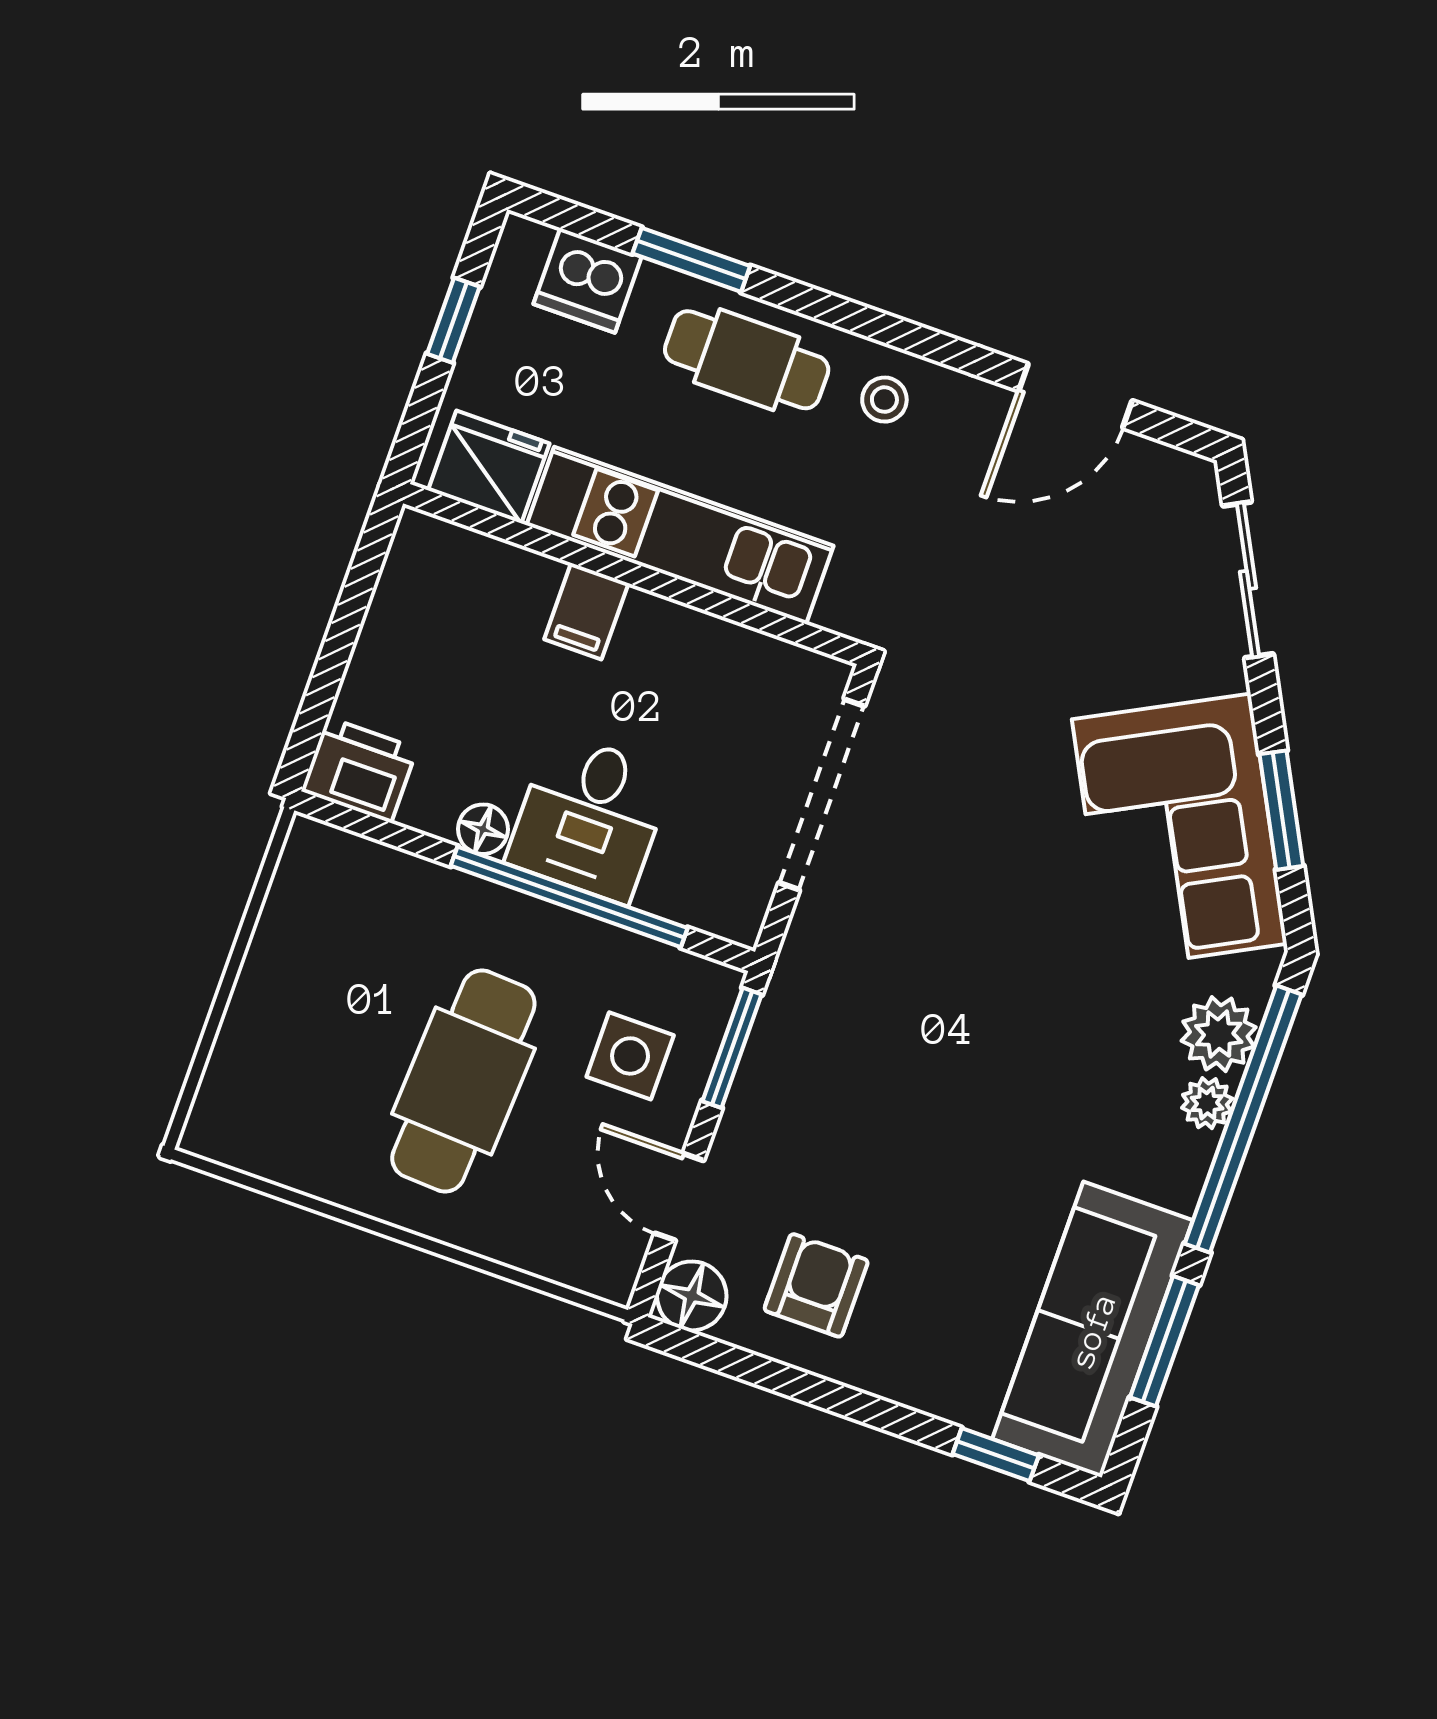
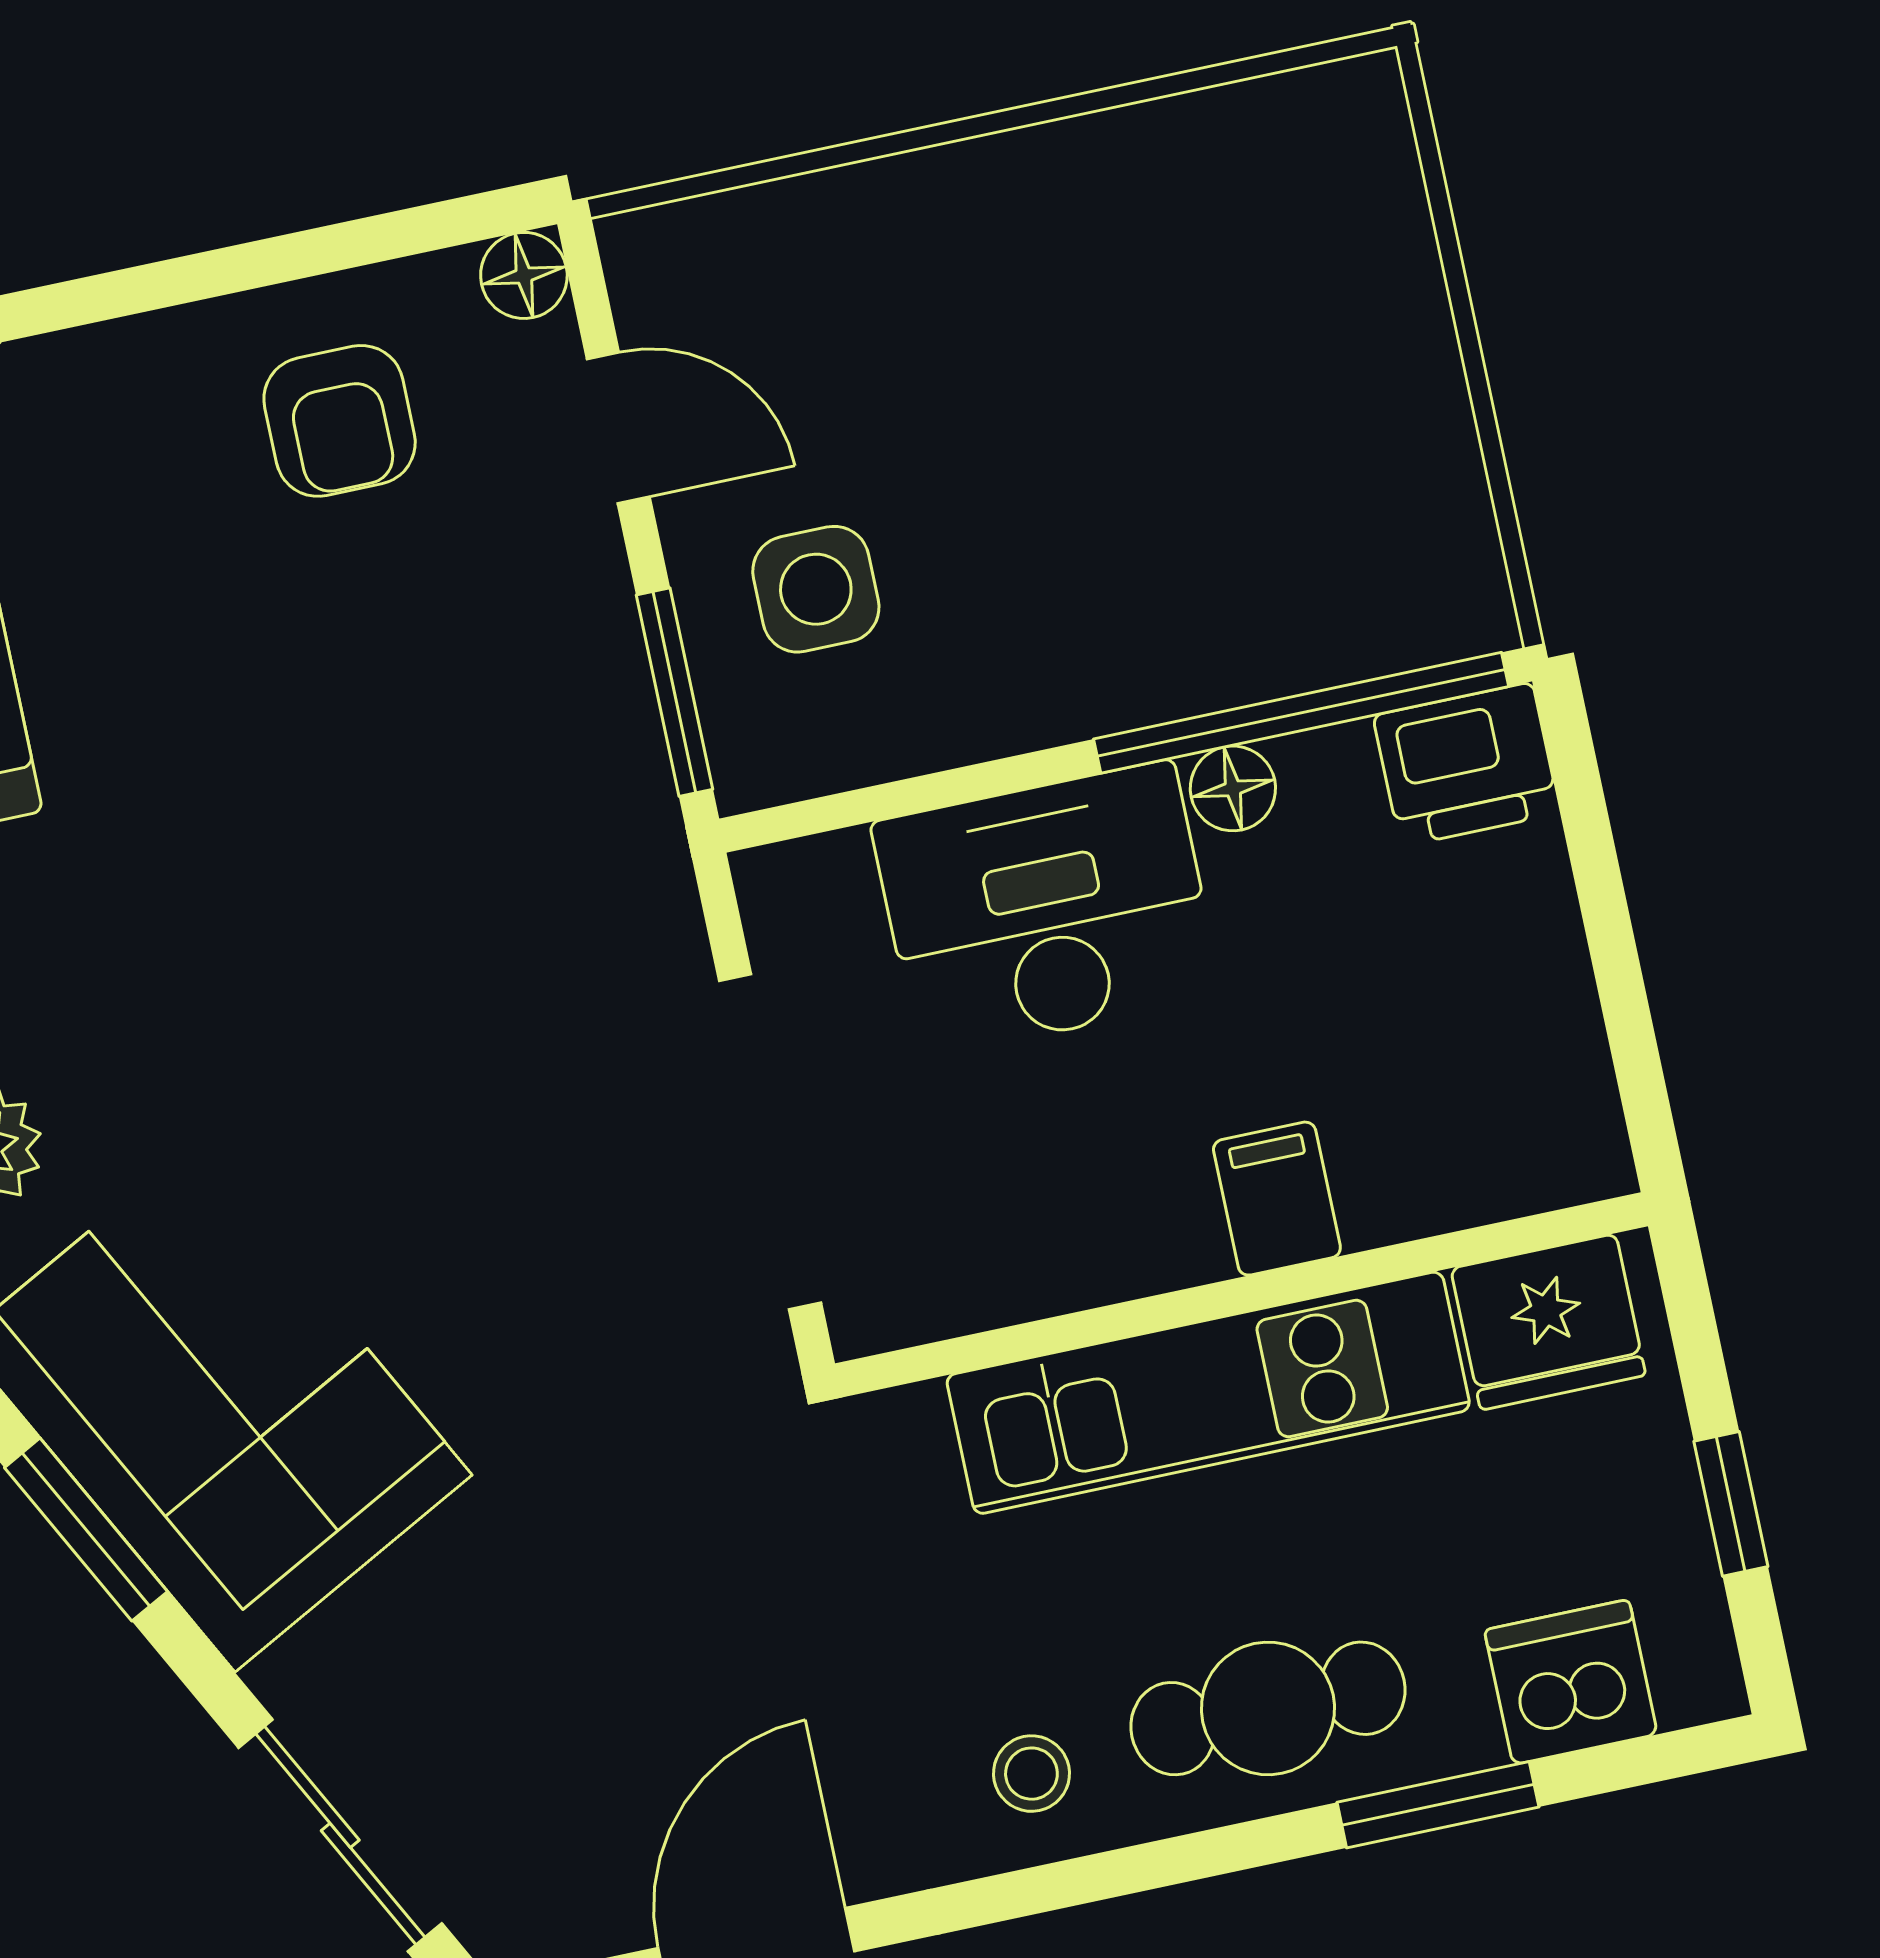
desk: (590, 818) -> (1047, 909), width x1.37
window: (569, 897) -> (1301, 713), moved
cafe table: (463, 1081) -> (1036, 404), removed
floor lamp: (692, 1296) -> (524, 275), width x0.73, depth x0.73

